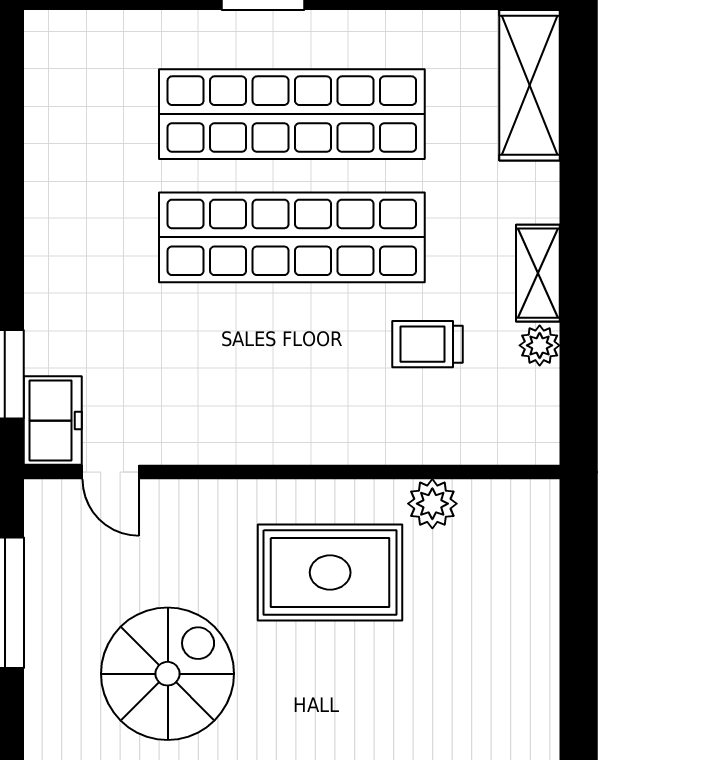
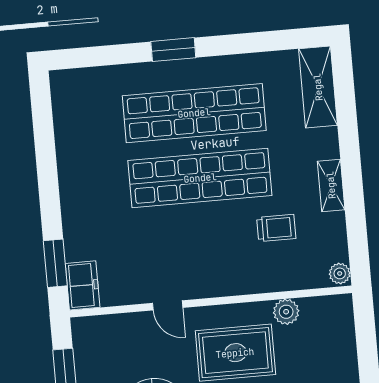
trolley: (427, 344) -> (276, 228), turned 180
plant: (540, 345) -> (340, 273), moved
door: (111, 472) -> (168, 305), moved

